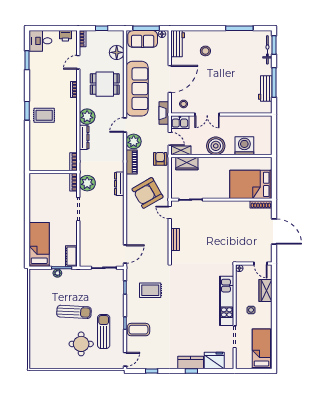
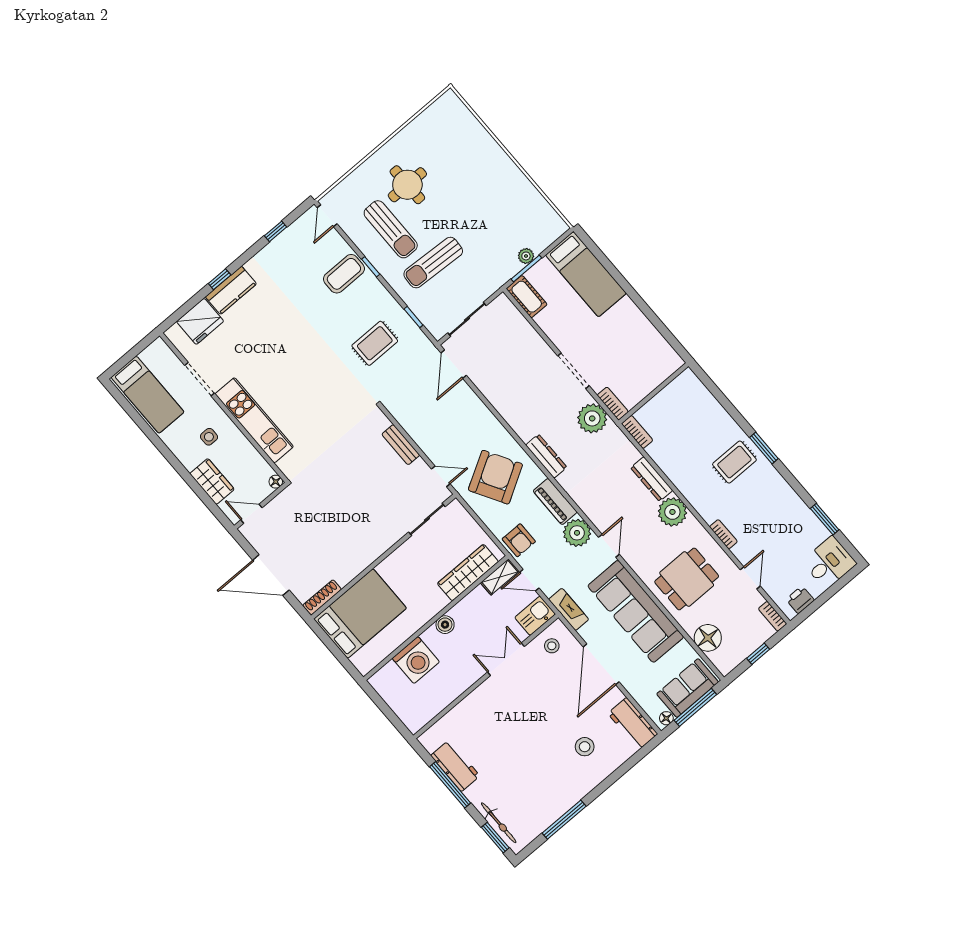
boiler: (216, 146) -> (445, 625), width x0.54, depth x0.54
wardrobe: (187, 163) -> (468, 573), width x1.50
sun lounger: (74, 312) -> (433, 263), moved

